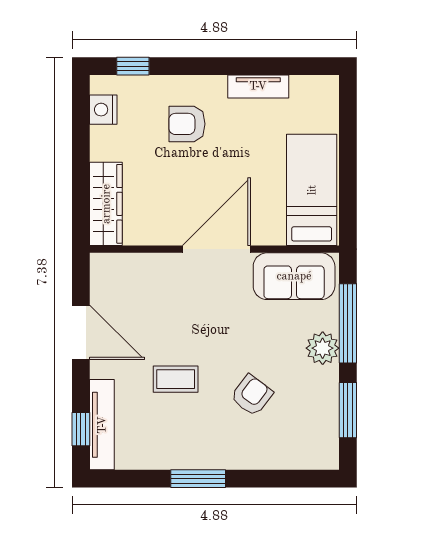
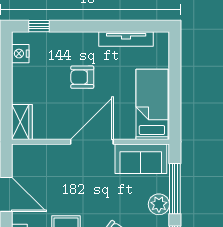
tv unit: (258, 86) -> (126, 39), width x1.41
armchair: (187, 124) -> (82, 77), moved
wardrobe: (106, 204) -> (22, 122), width x0.67

